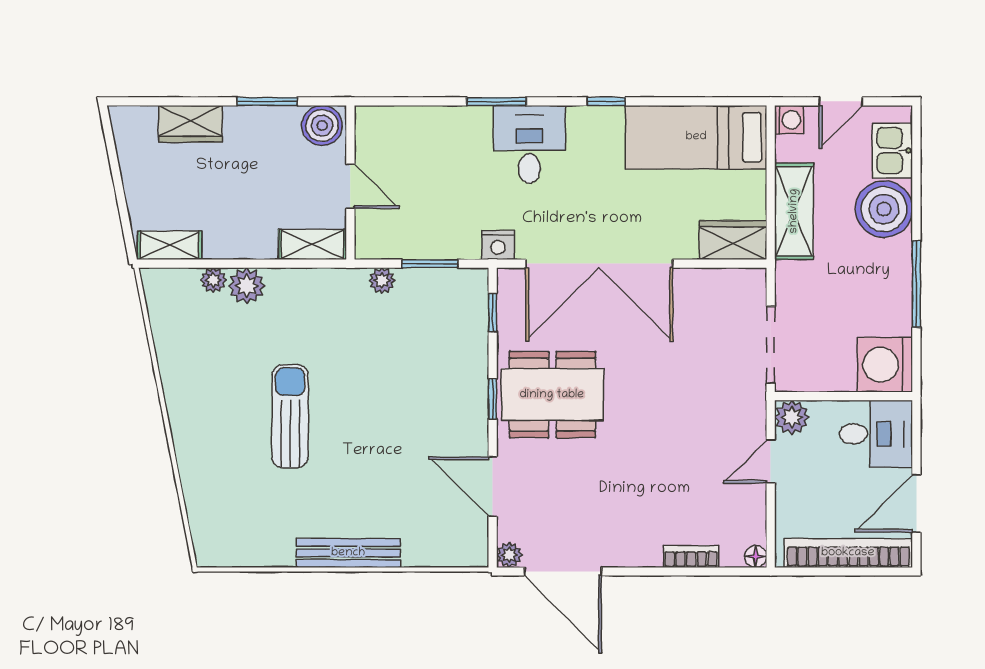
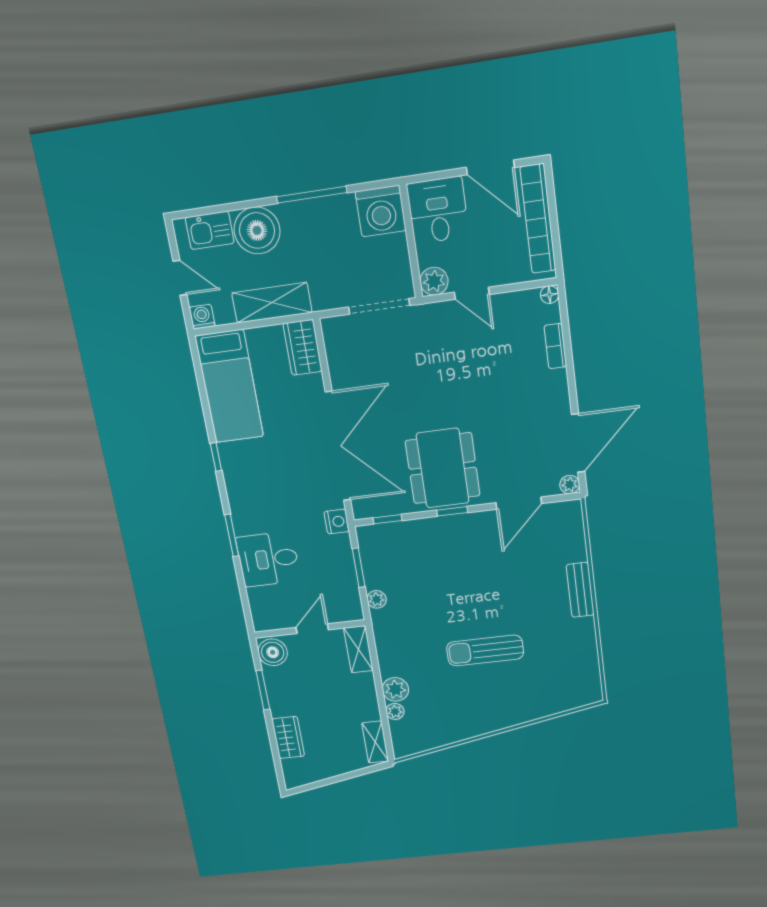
desk: (529, 144) -> (268, 559), moved
bench: (348, 553) -> (580, 590), width x0.73

